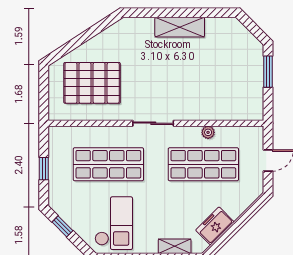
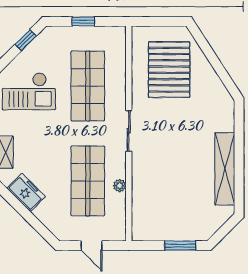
shelving: (180, 27) -> (225, 169), width x1.47

